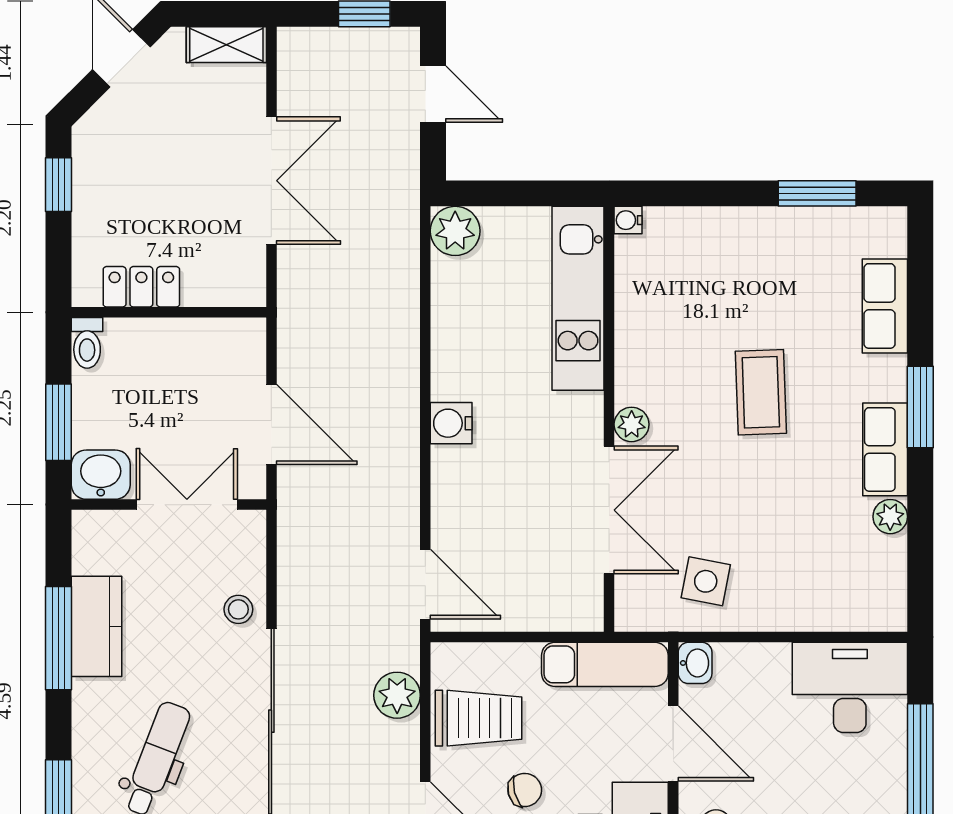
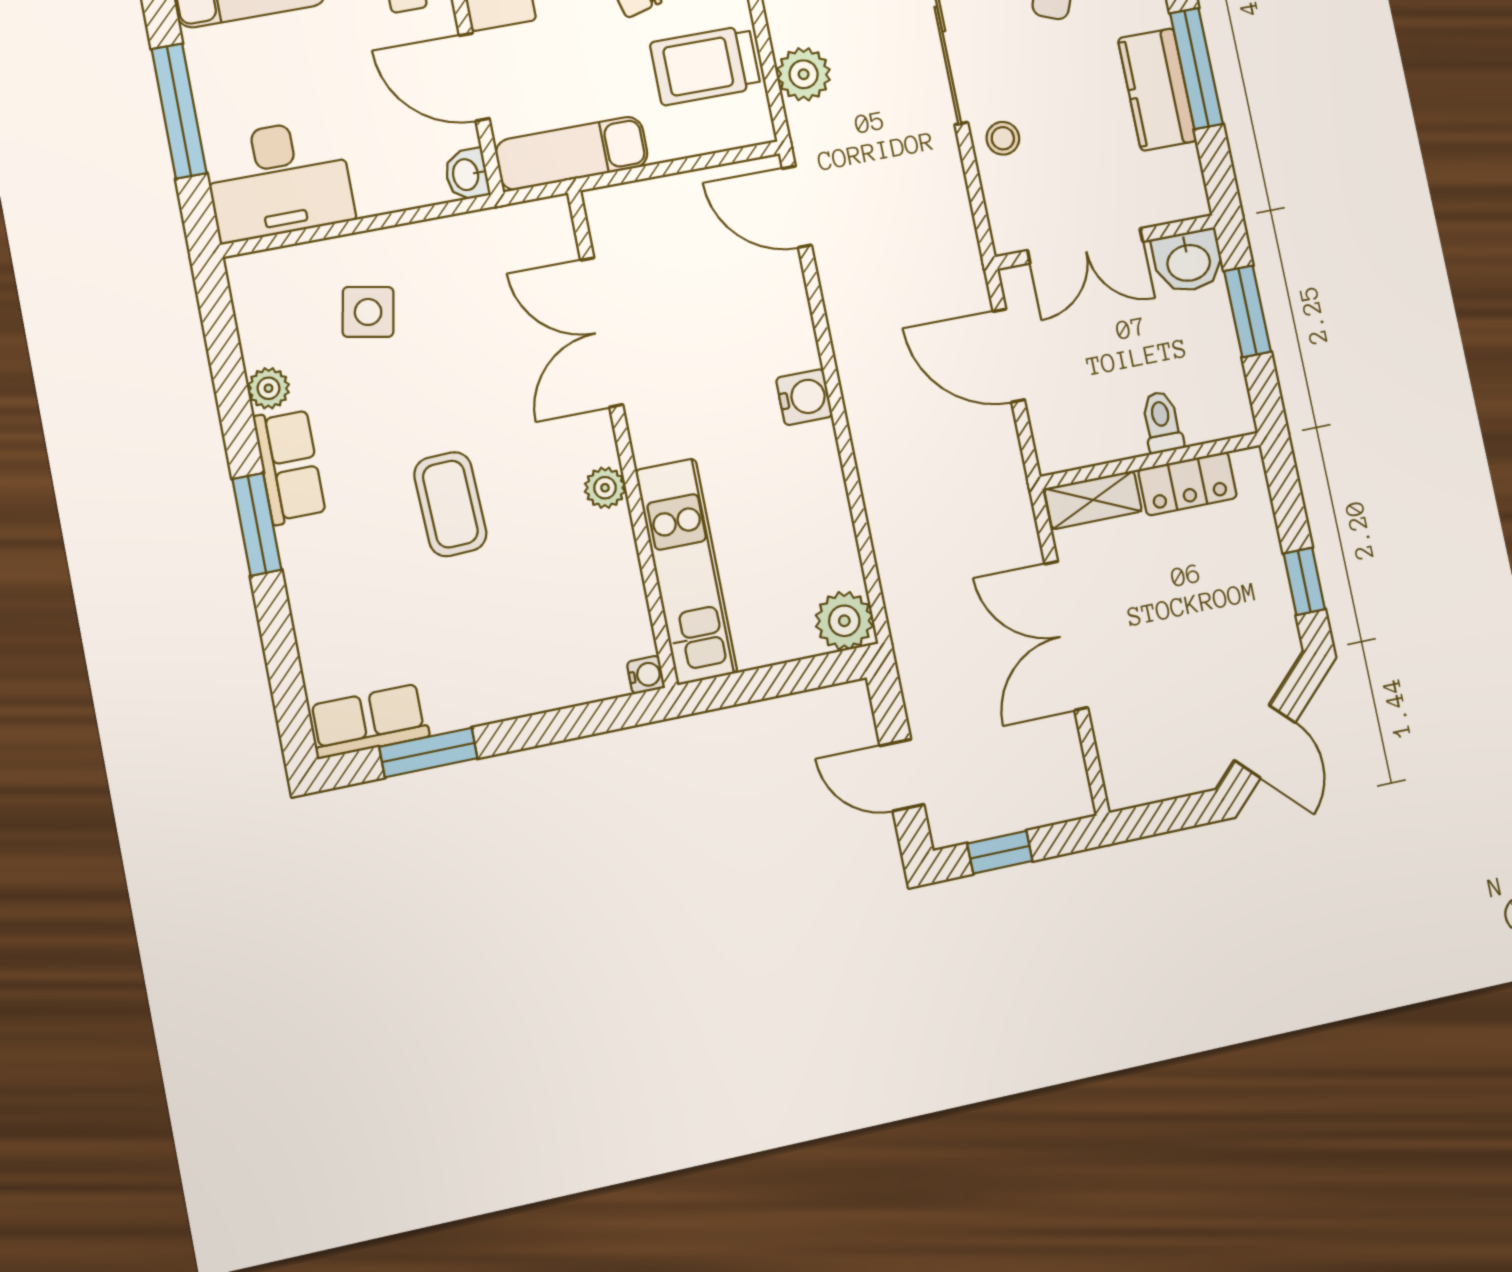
shelving: (226, 45) -> (1093, 500), moved
row of seats: (885, 306) -> (369, 721), moved, turned -90
toilet: (87, 343) -> (1162, 422), moved
plant: (632, 424) -> (605, 488), moved
side table: (706, 581) -> (368, 312), moved

